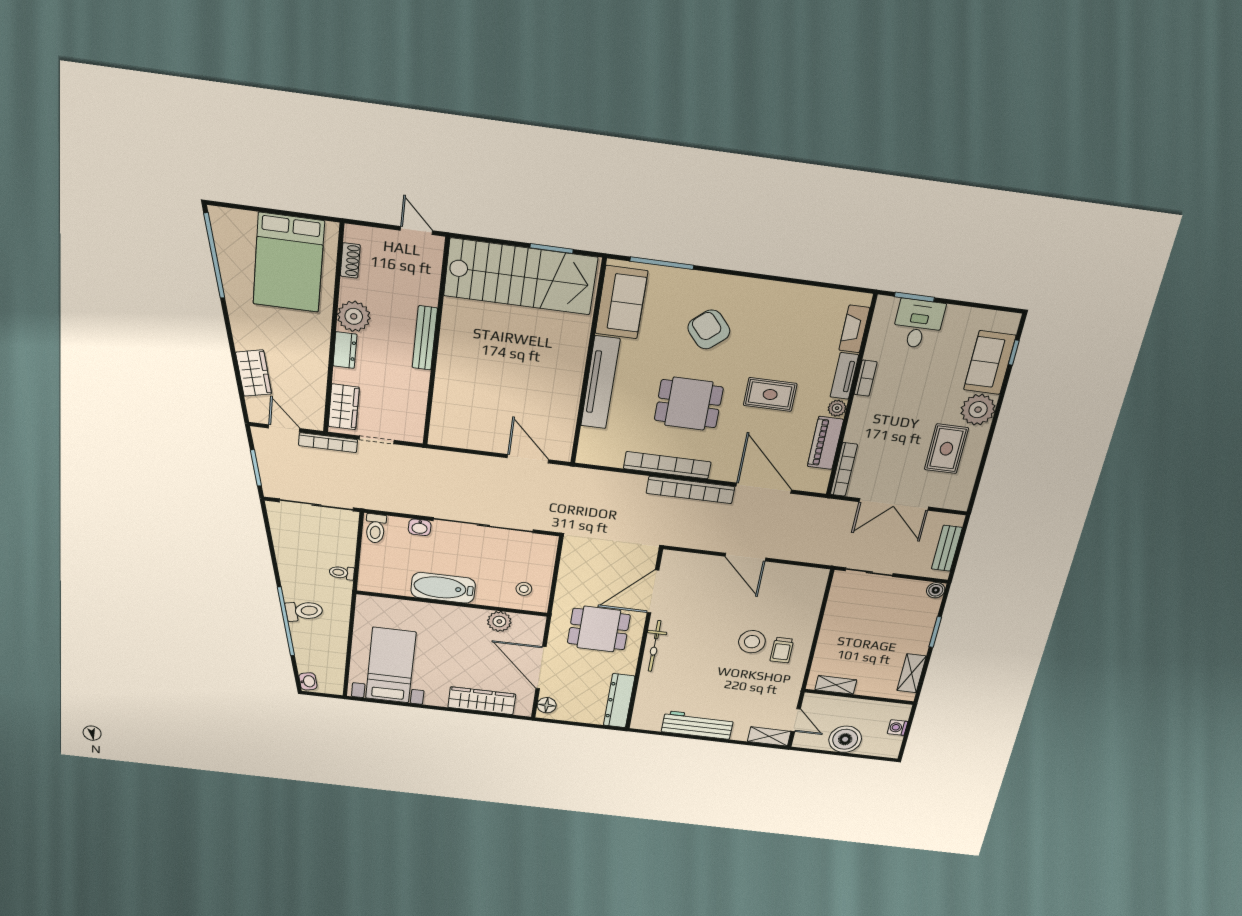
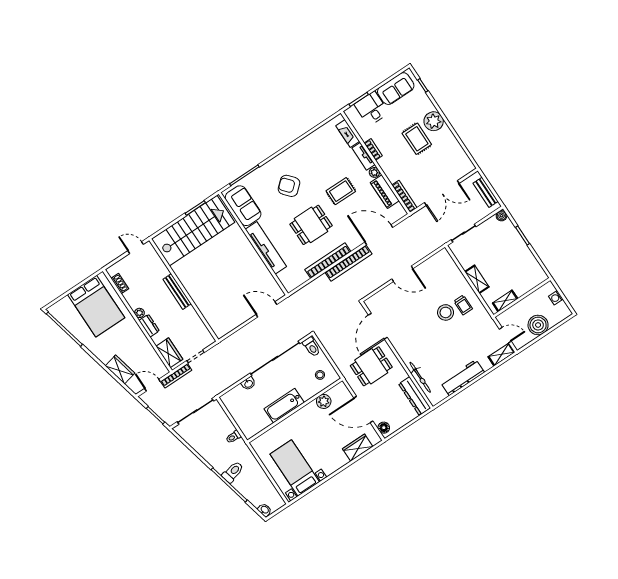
plant: (354, 316) -> (139, 313), width x0.53, depth x0.53
sofa: (990, 363) -> (396, 89), moved, turned -90
rug: (946, 449) -> (417, 139), moved
toilet: (376, 528) -> (311, 347), moved
bicycle: (655, 646) -> (420, 377), moved
shelving: (911, 673) -> (477, 279), moved
wardrobe: (482, 701) -> (358, 448), width x0.67

